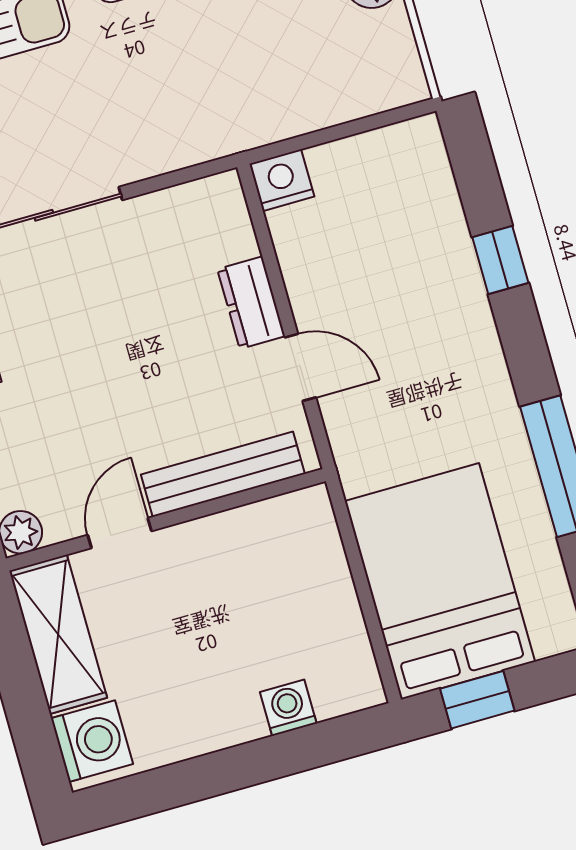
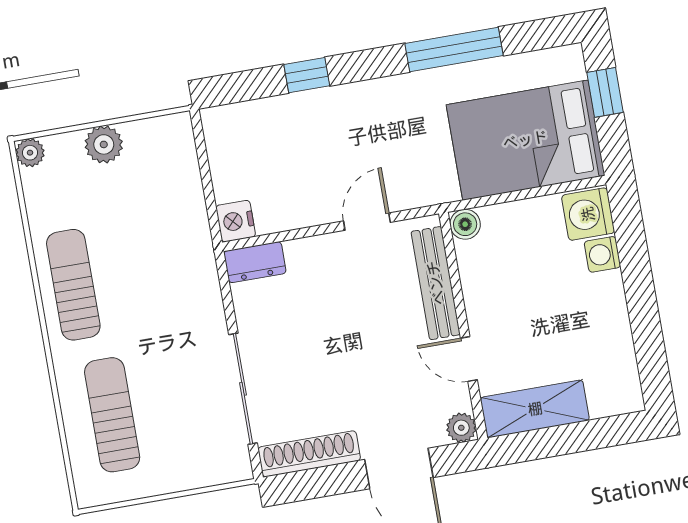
dresser: (251, 303) -> (255, 262), moved
boiler: (311, 508) -> (465, 224), added
window: (477, 700) -> (605, 92), moved
washing machine: (92, 741) -> (588, 214), moved, turned -90

